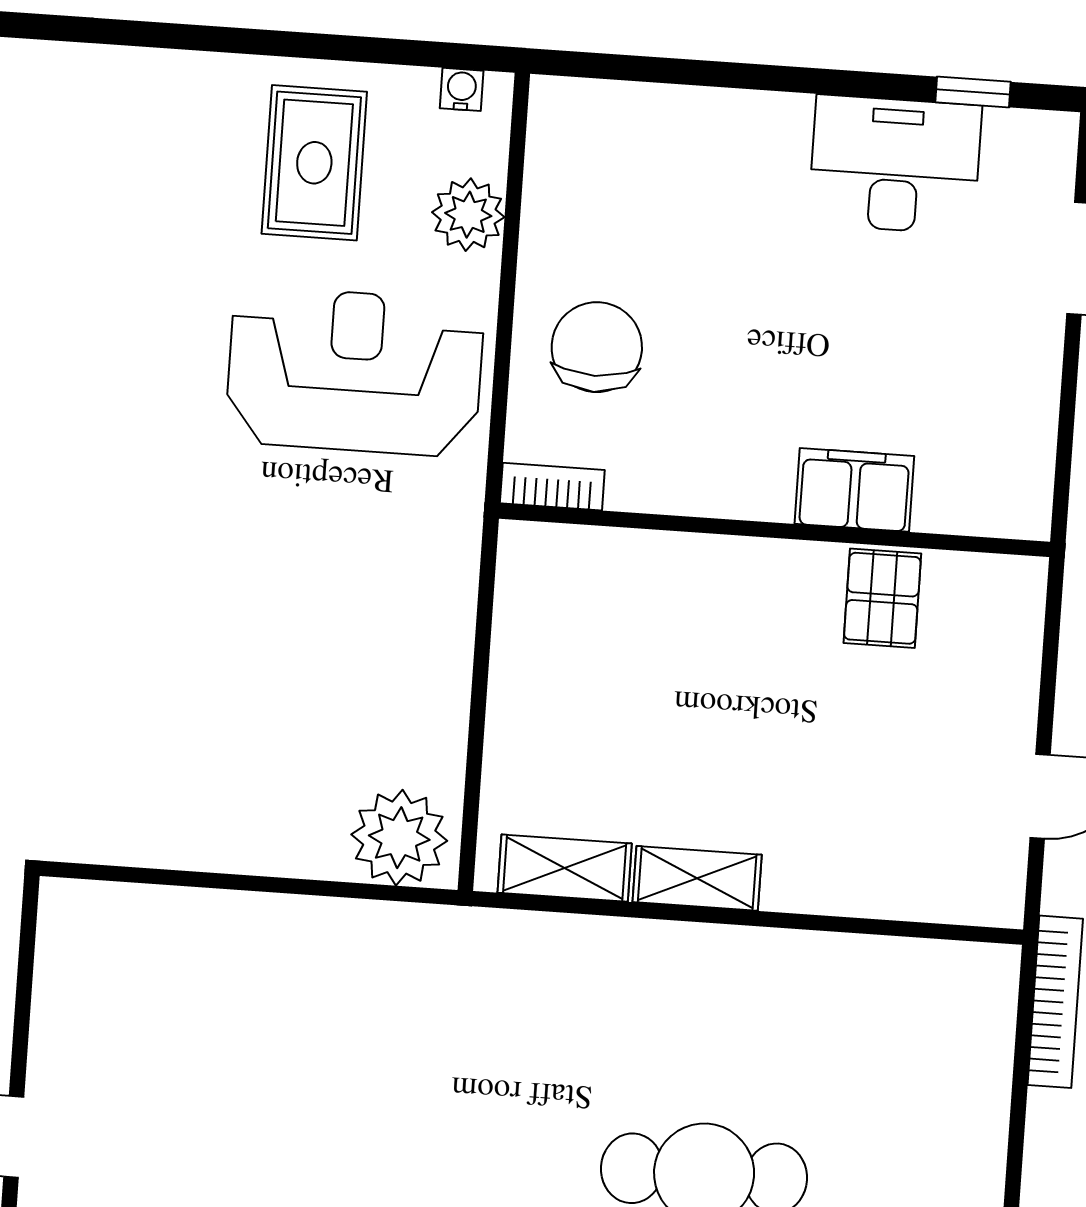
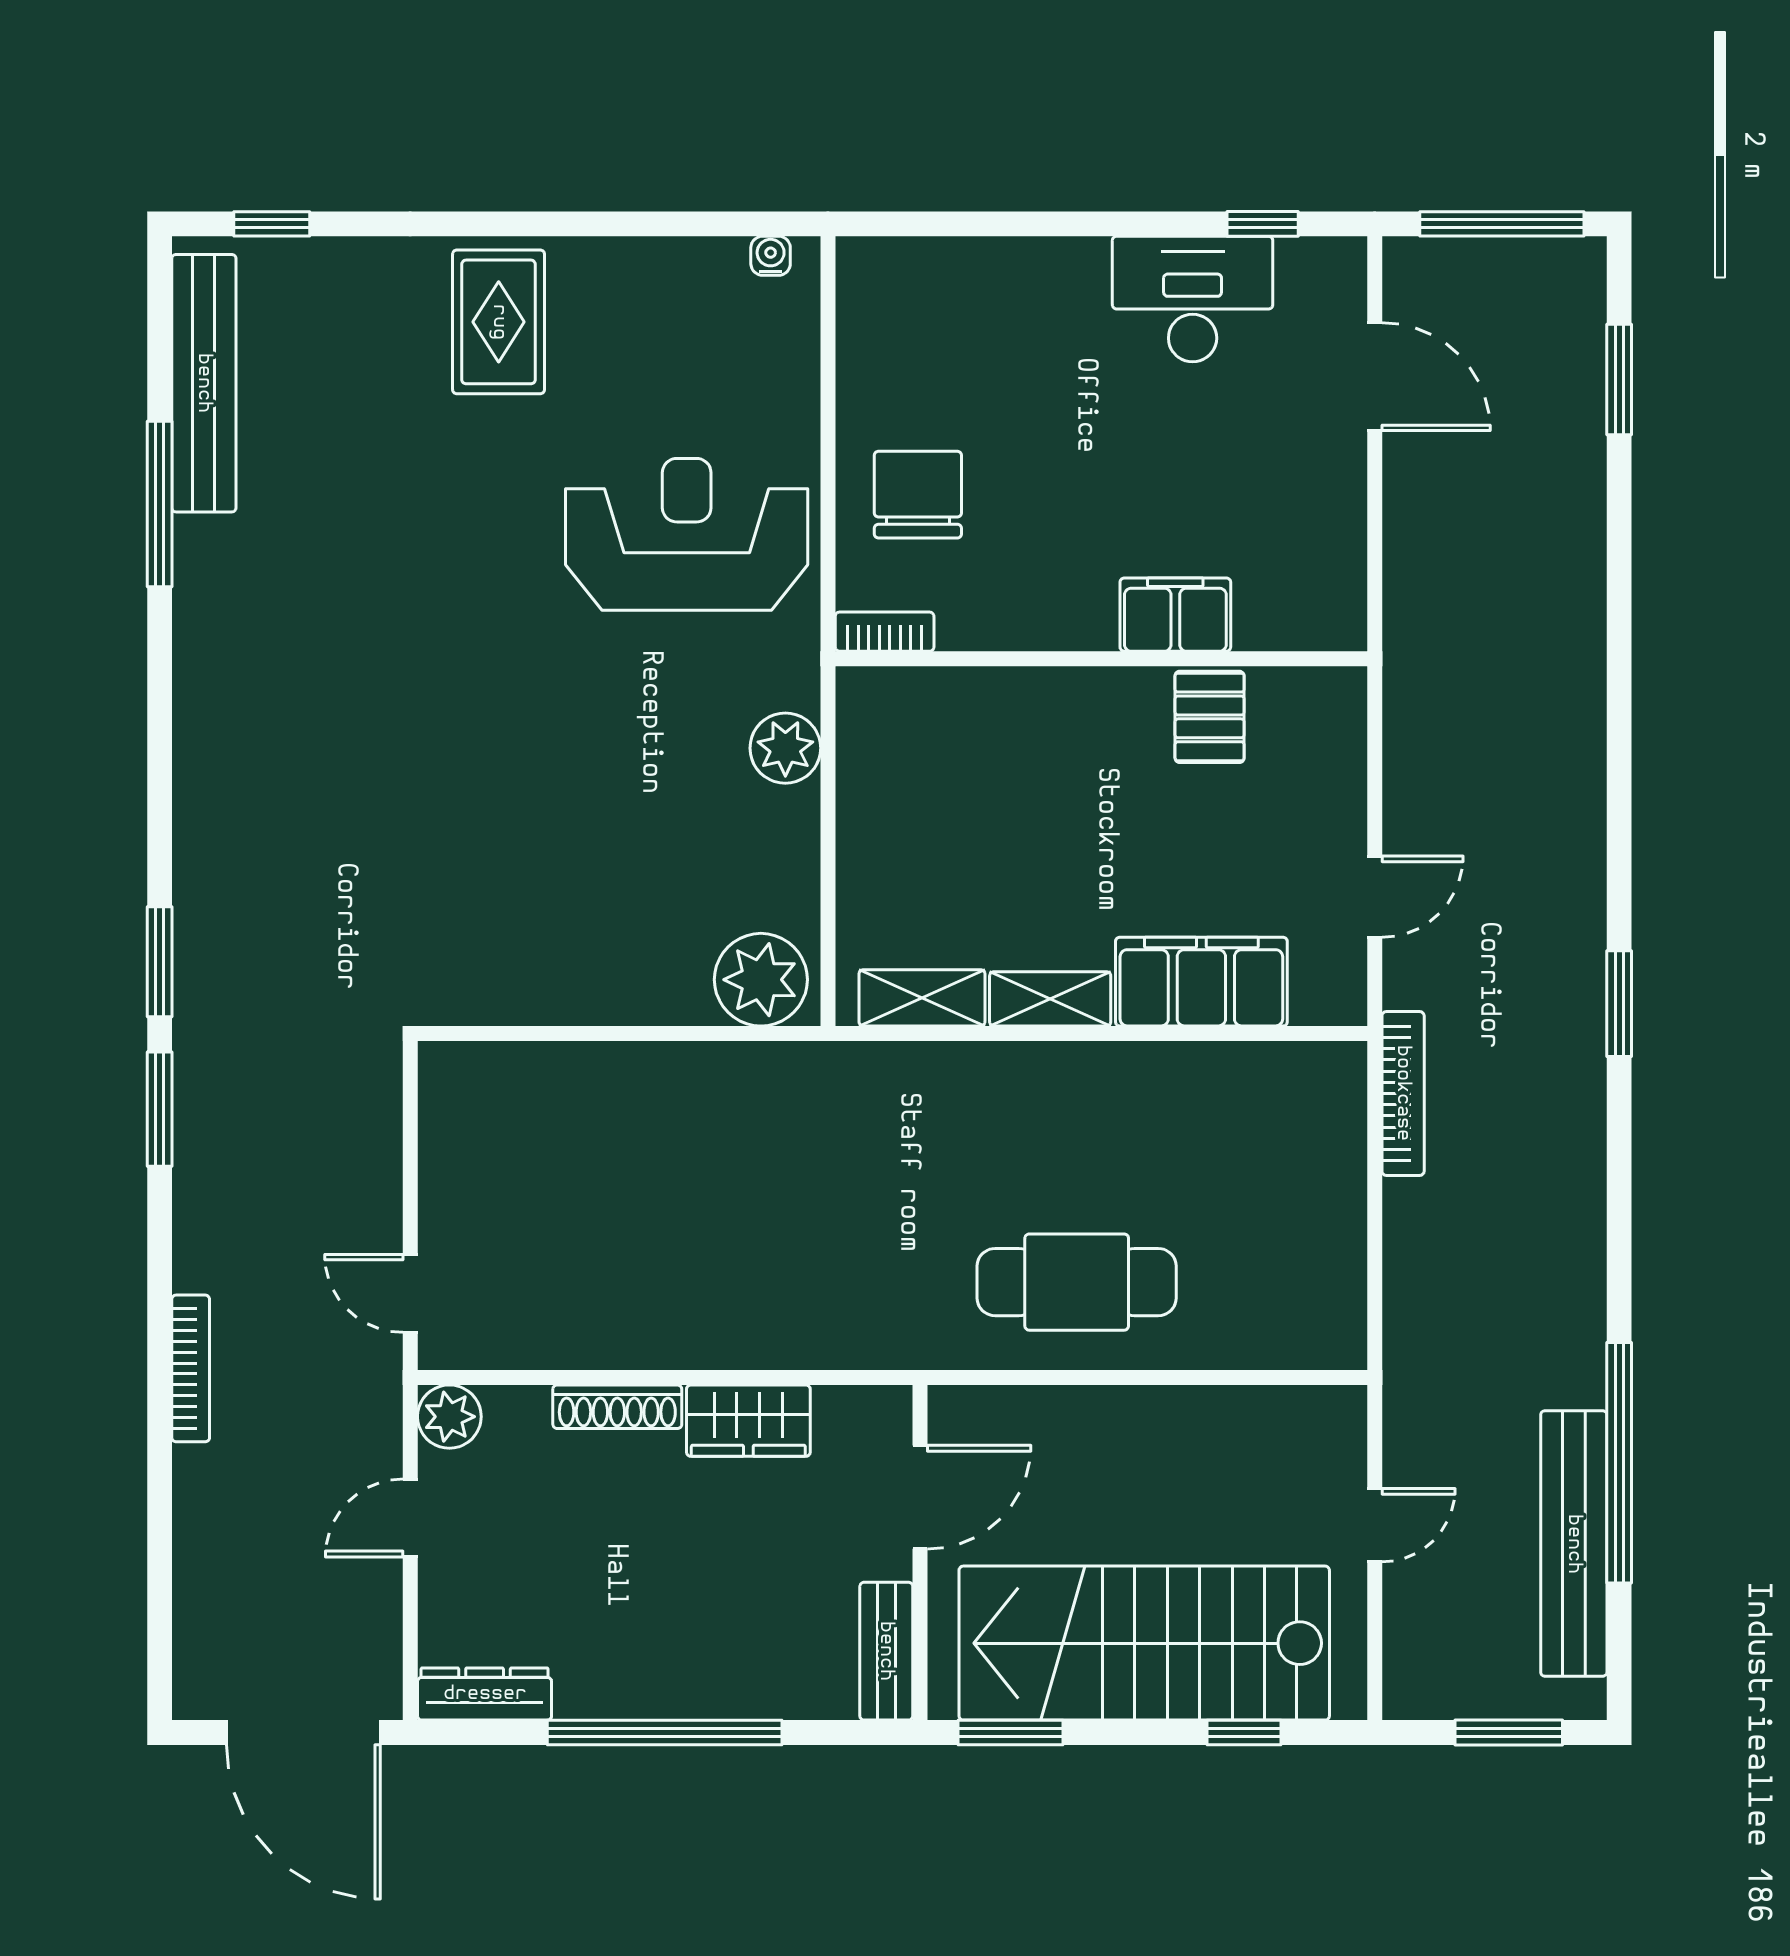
rug: (314, 163) -> (499, 322), moved
plant: (468, 215) -> (785, 748), moved
filing cabinet: (855, 871) -> (1201, 982), added

